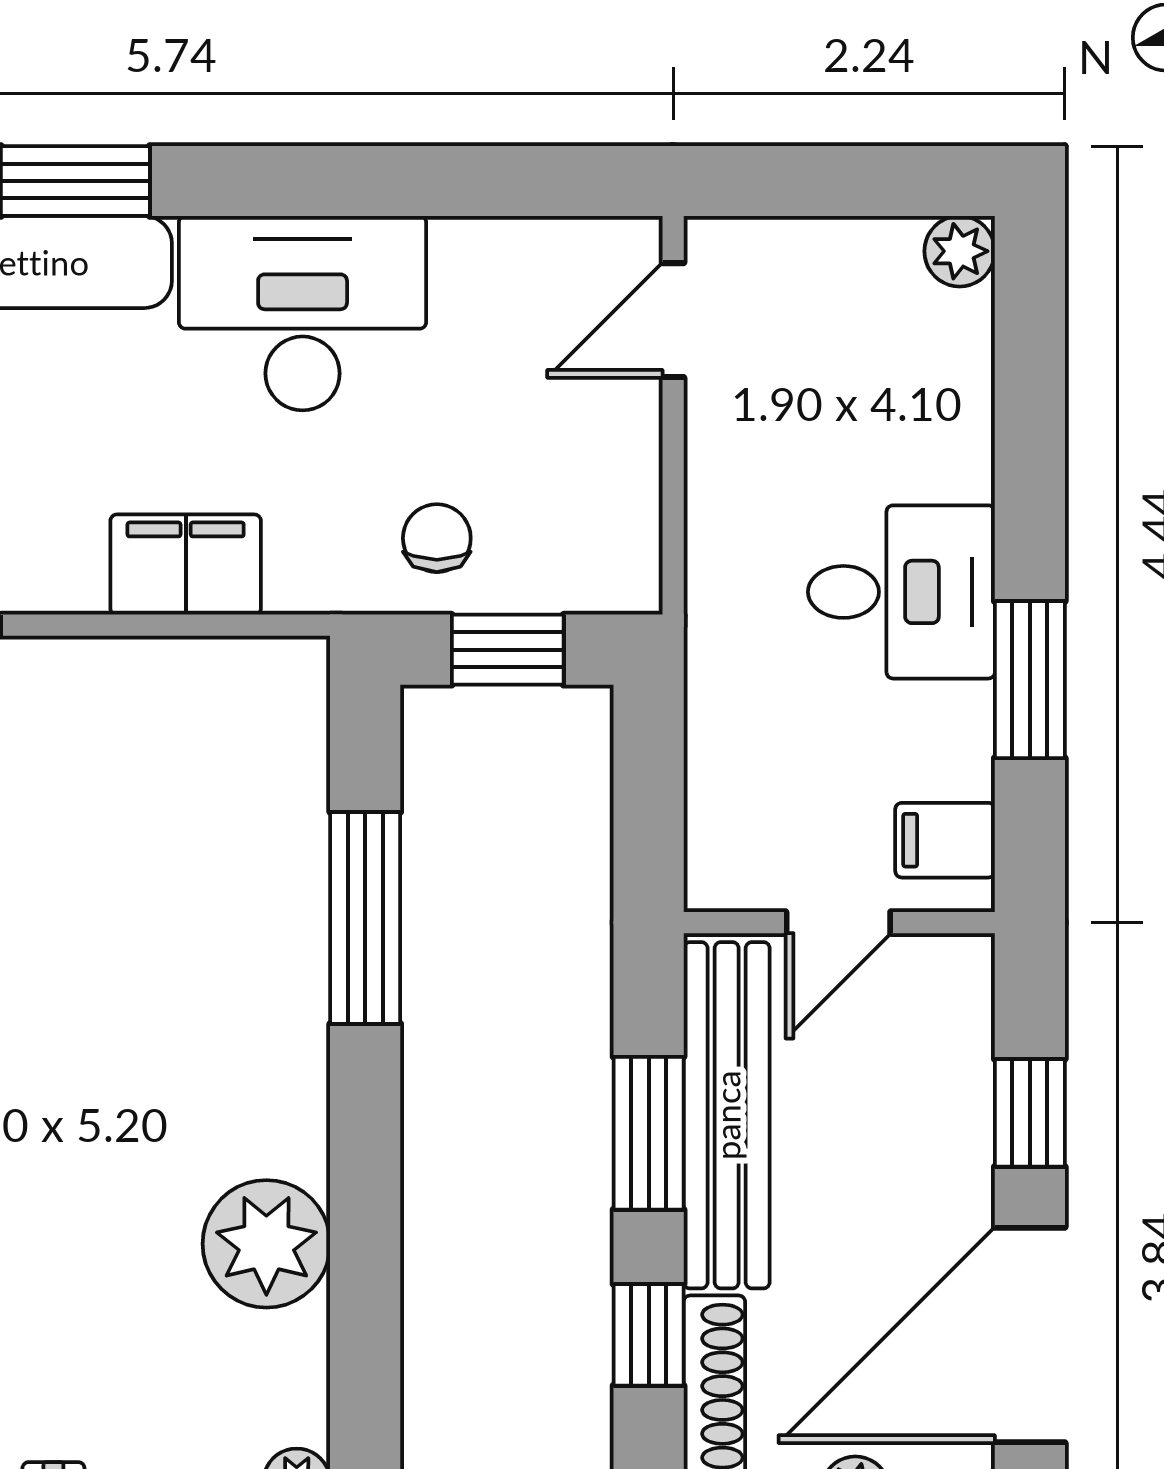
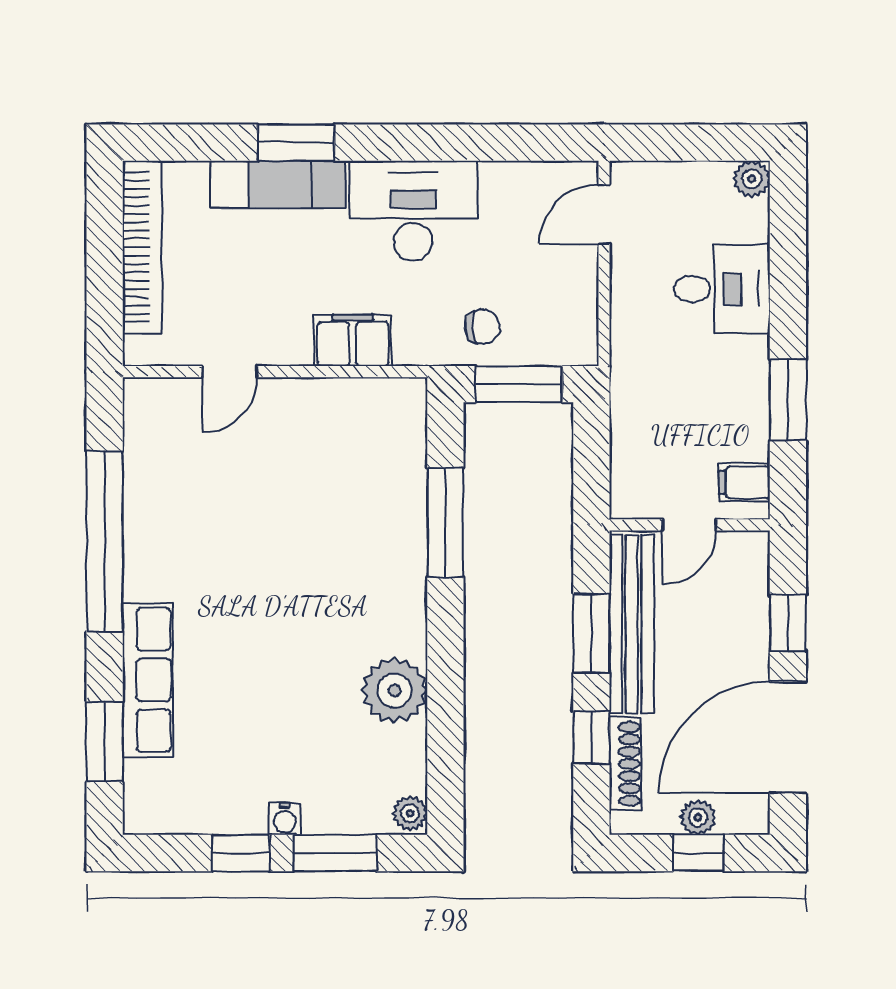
chair: (437, 538) -> (482, 327), turned 85
desk: (901, 592) -> (722, 289), moved
window: (508, 650) -> (519, 384), width x1.50

